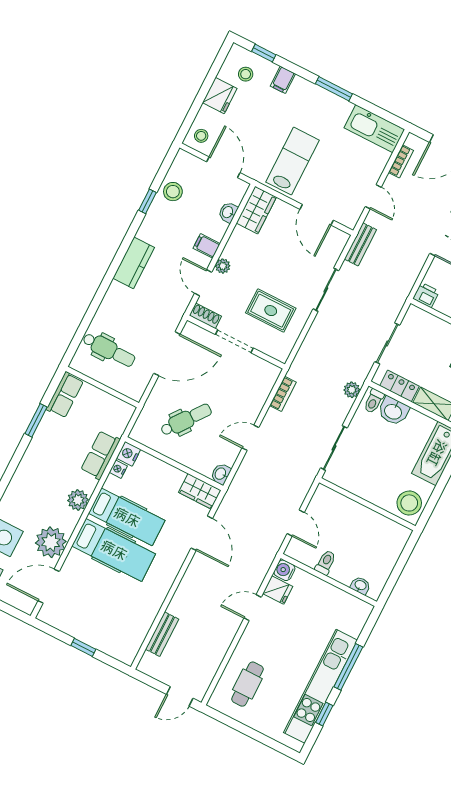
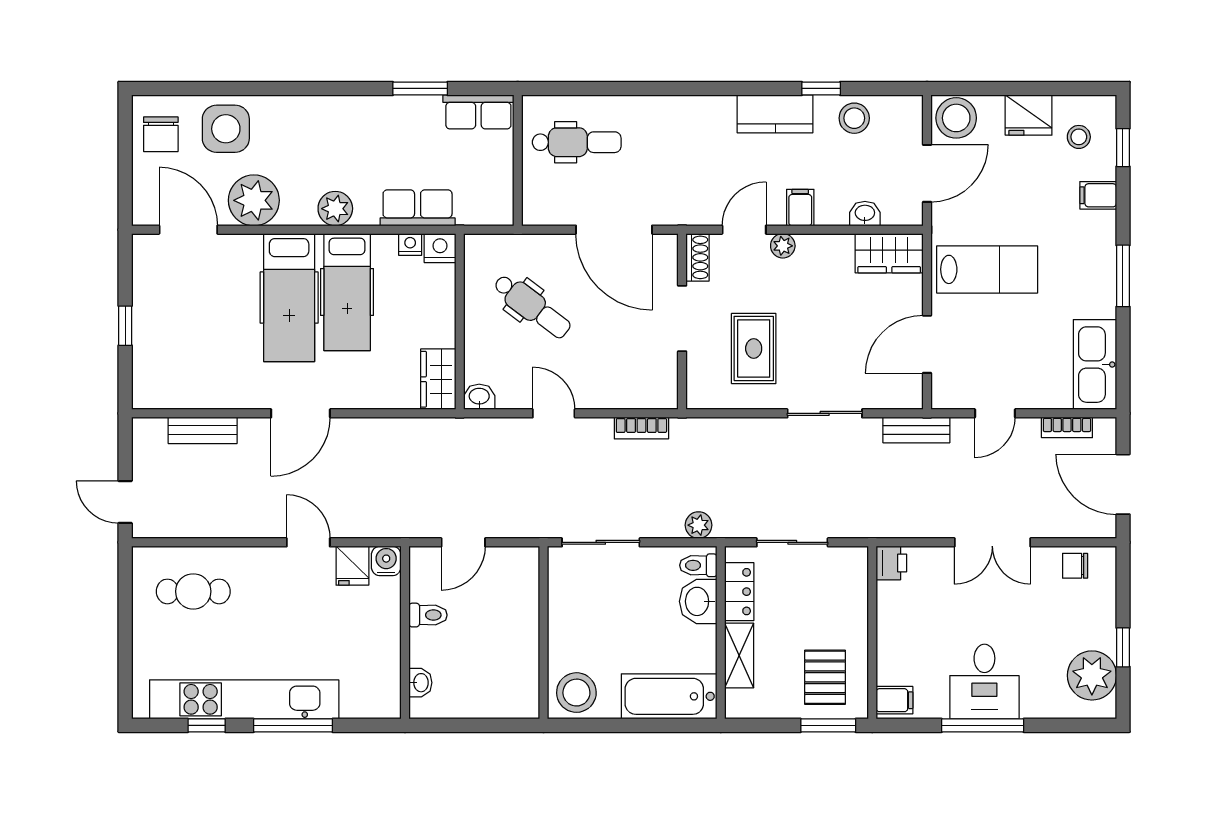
stool: (201, 136) -> (956, 118), width x1.89, depth x1.89
kitchen counter: (134, 263) -> (775, 114), moved
dental chair: (109, 350) -> (577, 142), turned -90
door: (202, 533) -> (301, 413), moved

